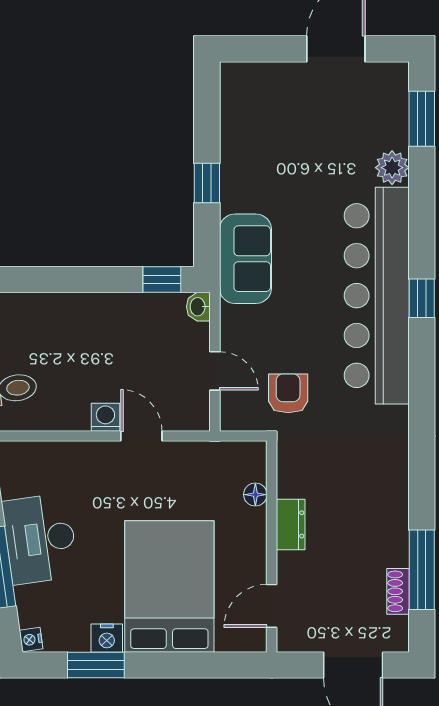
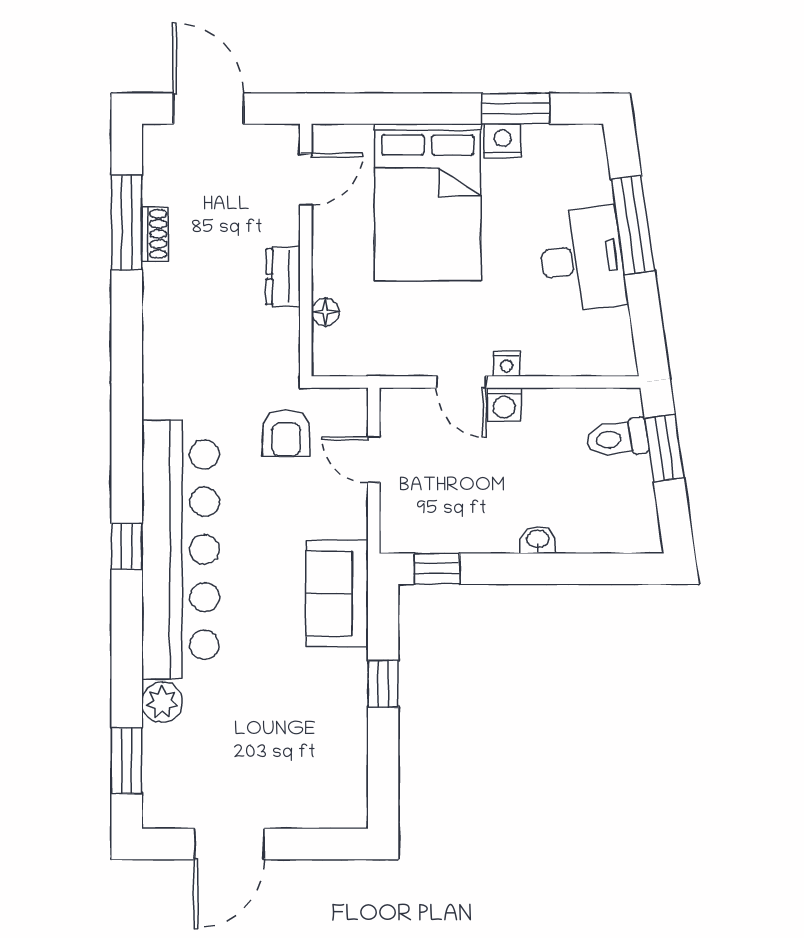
washbasin: (198, 307) -> (538, 540), moved, turned -90
shoe rack: (398, 591) -> (155, 234), moved
nightstand: (31, 640) -> (507, 364), moved, turned 98

